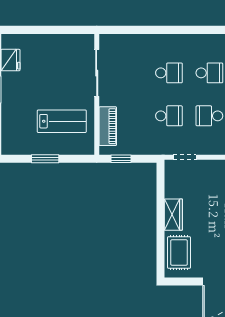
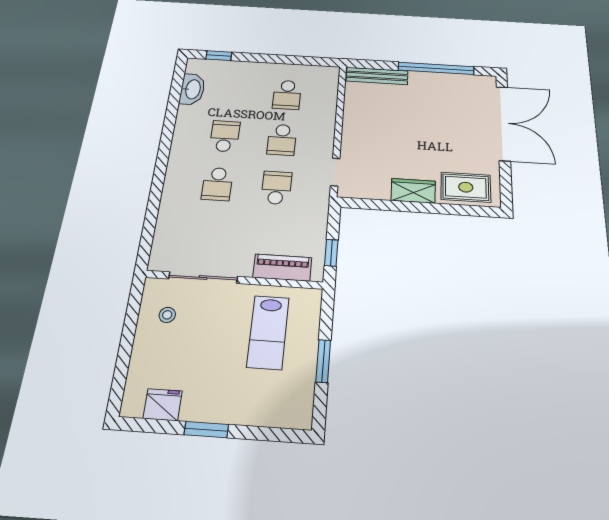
stool: (69, 53) -> (167, 315), added
school desk: (169, 73) -> (217, 184), turned 180
lab bench: (62, 121) -> (268, 332), turned 180

